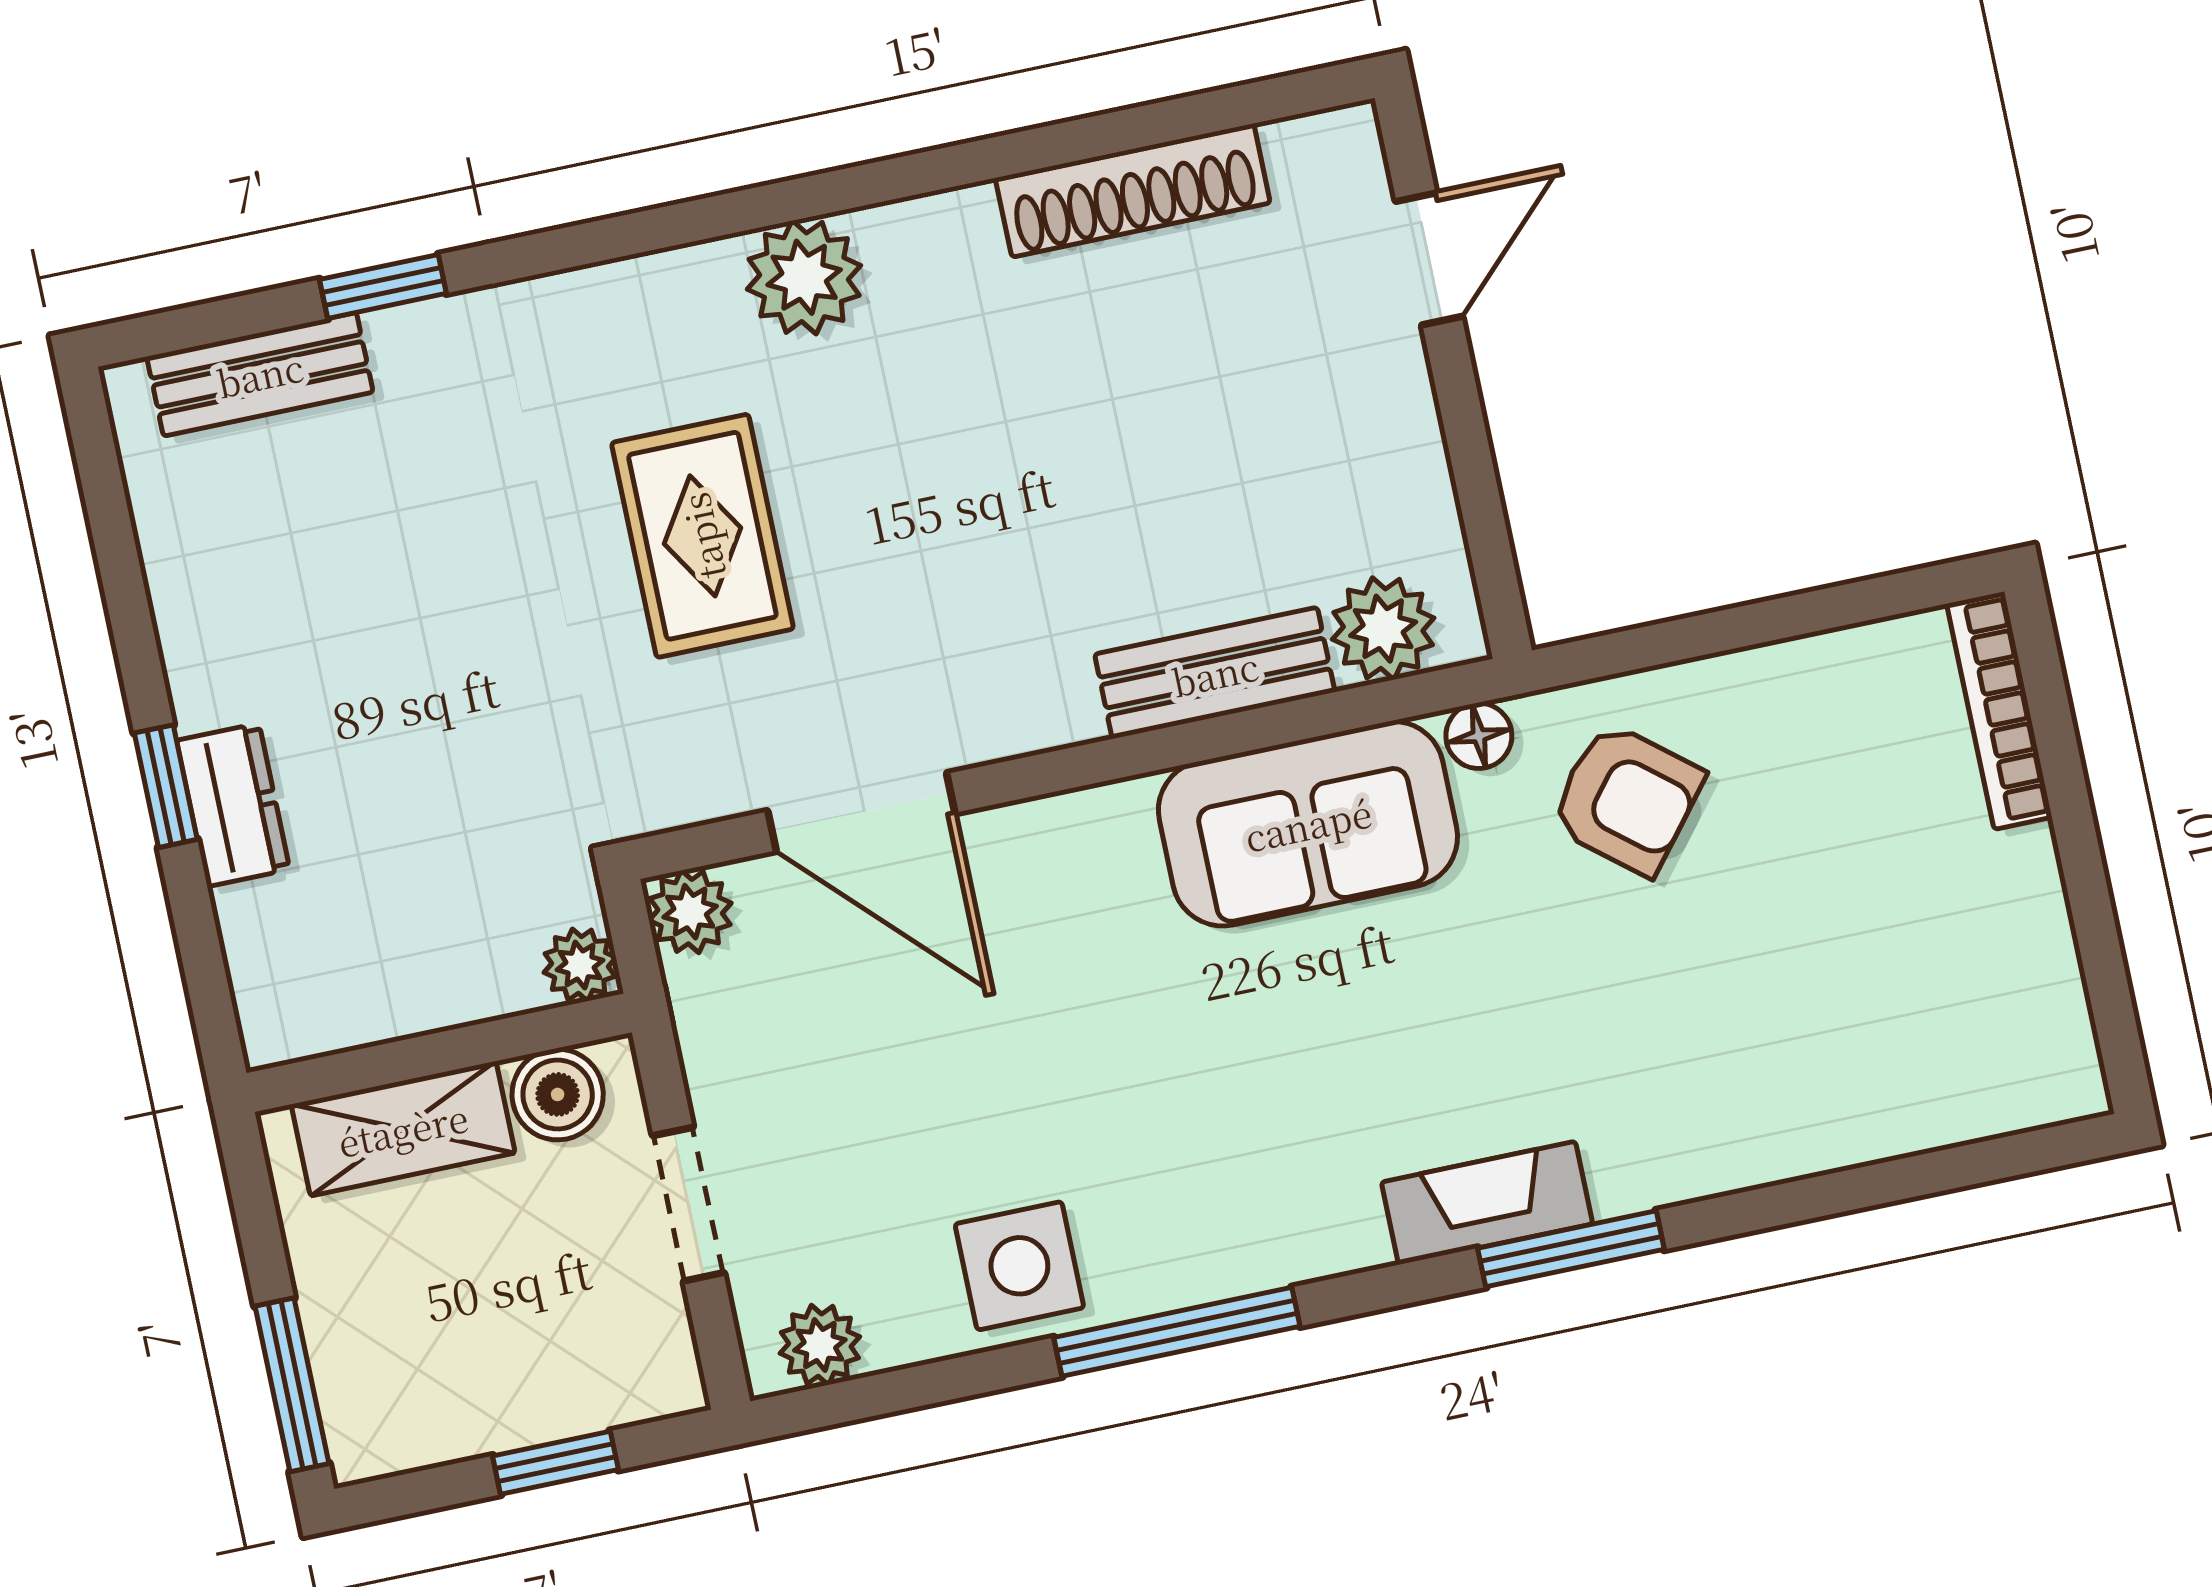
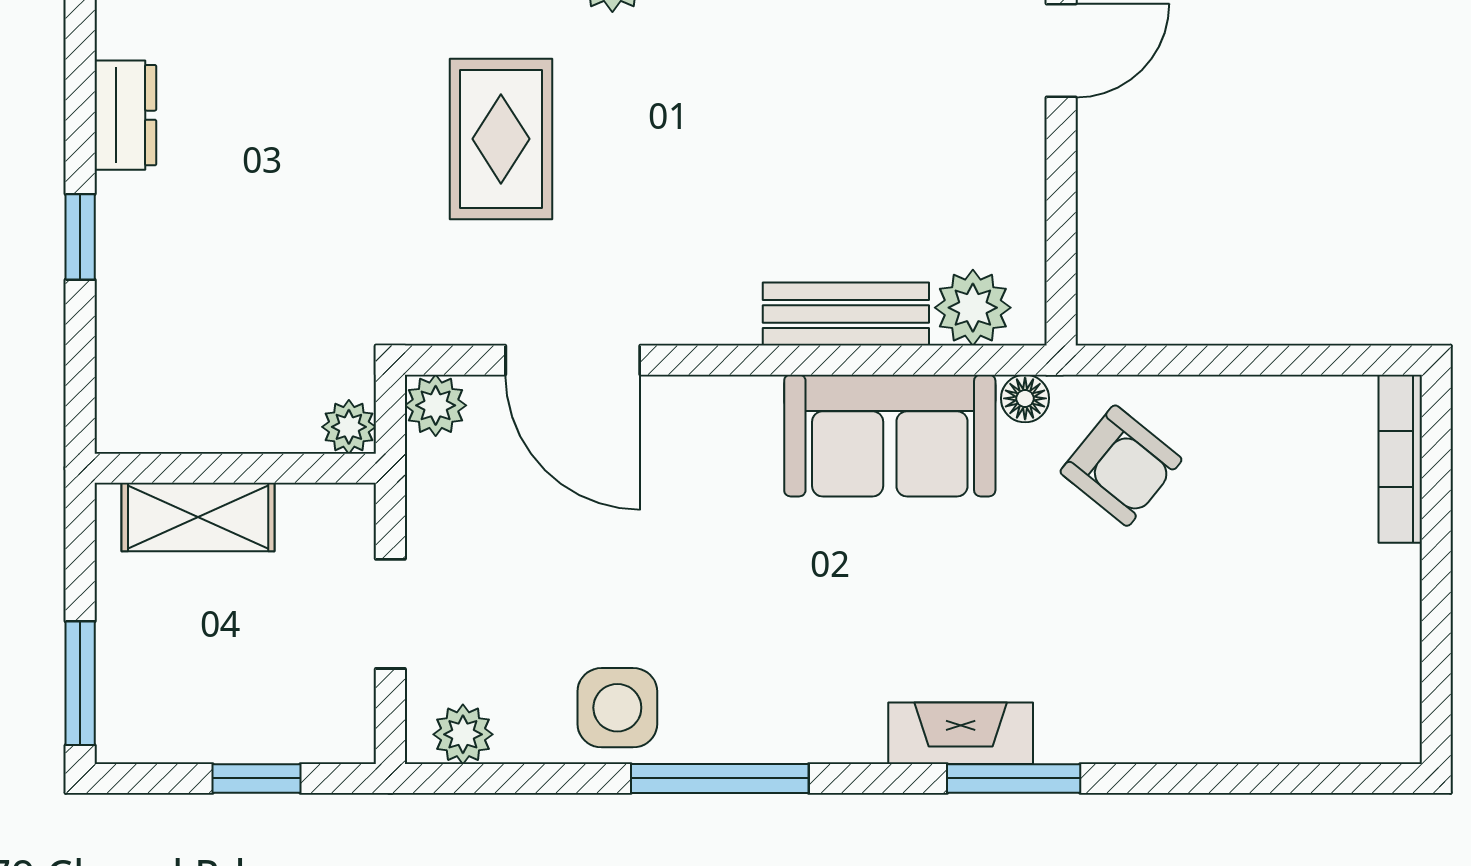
dresser: (233, 805) -> (125, 115), moved
boiler: (558, 1094) -> (313, 516), removed

